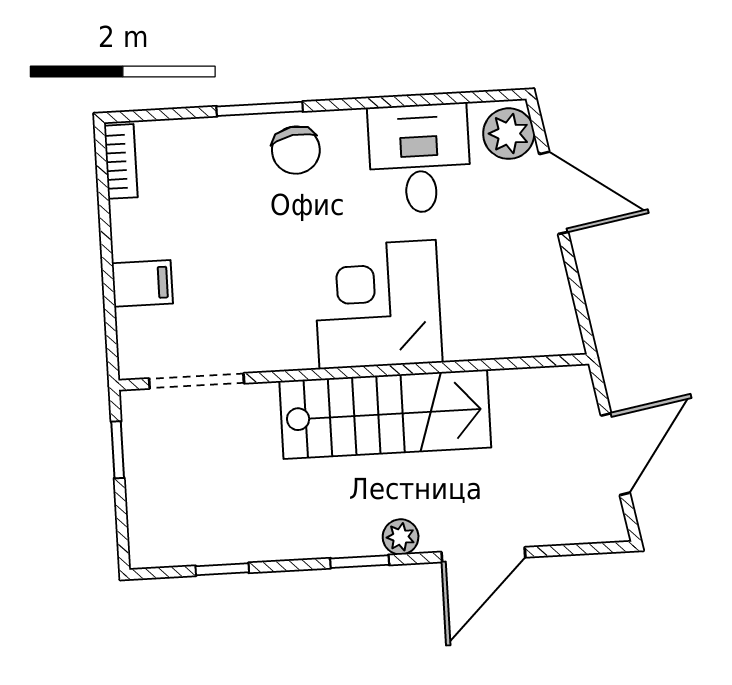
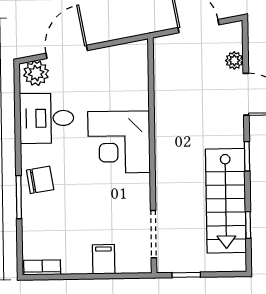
stairs: (385, 414) -> (226, 201), moved, turned 180
plant: (401, 537) -> (234, 60), moved

